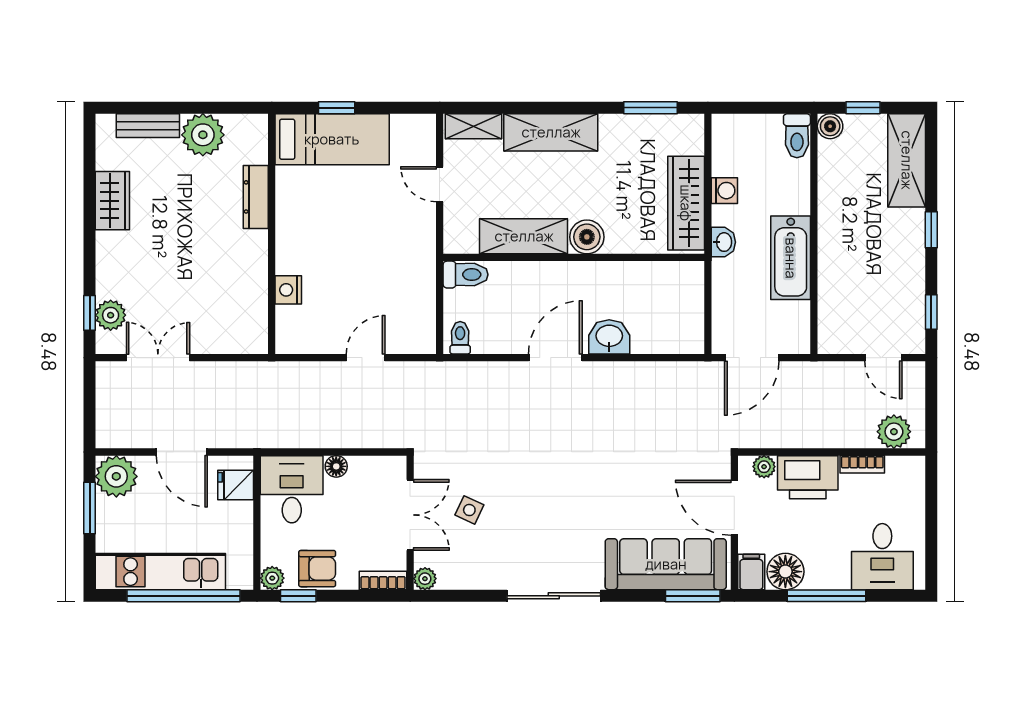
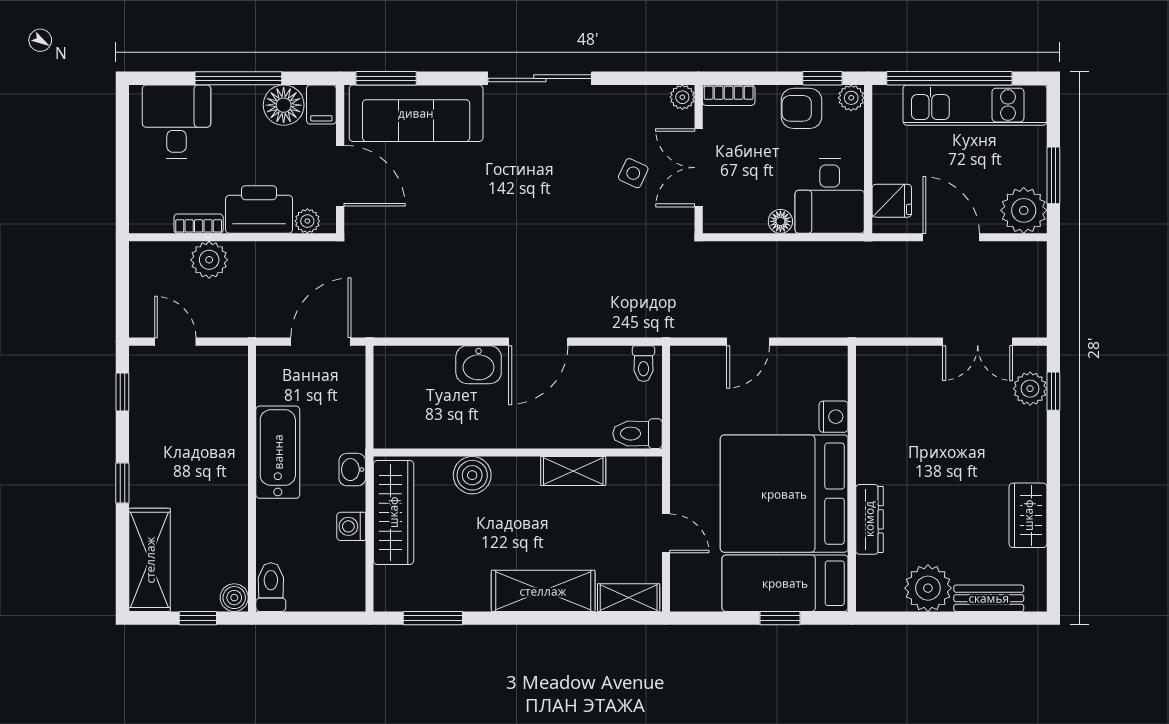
bed: (333, 220) -> (784, 494), added
shelving: (524, 236) -> (573, 471), width x0.67, depth x0.75
boiler: (587, 237) -> (472, 475), moved
plant: (894, 432) -> (209, 260), moved

